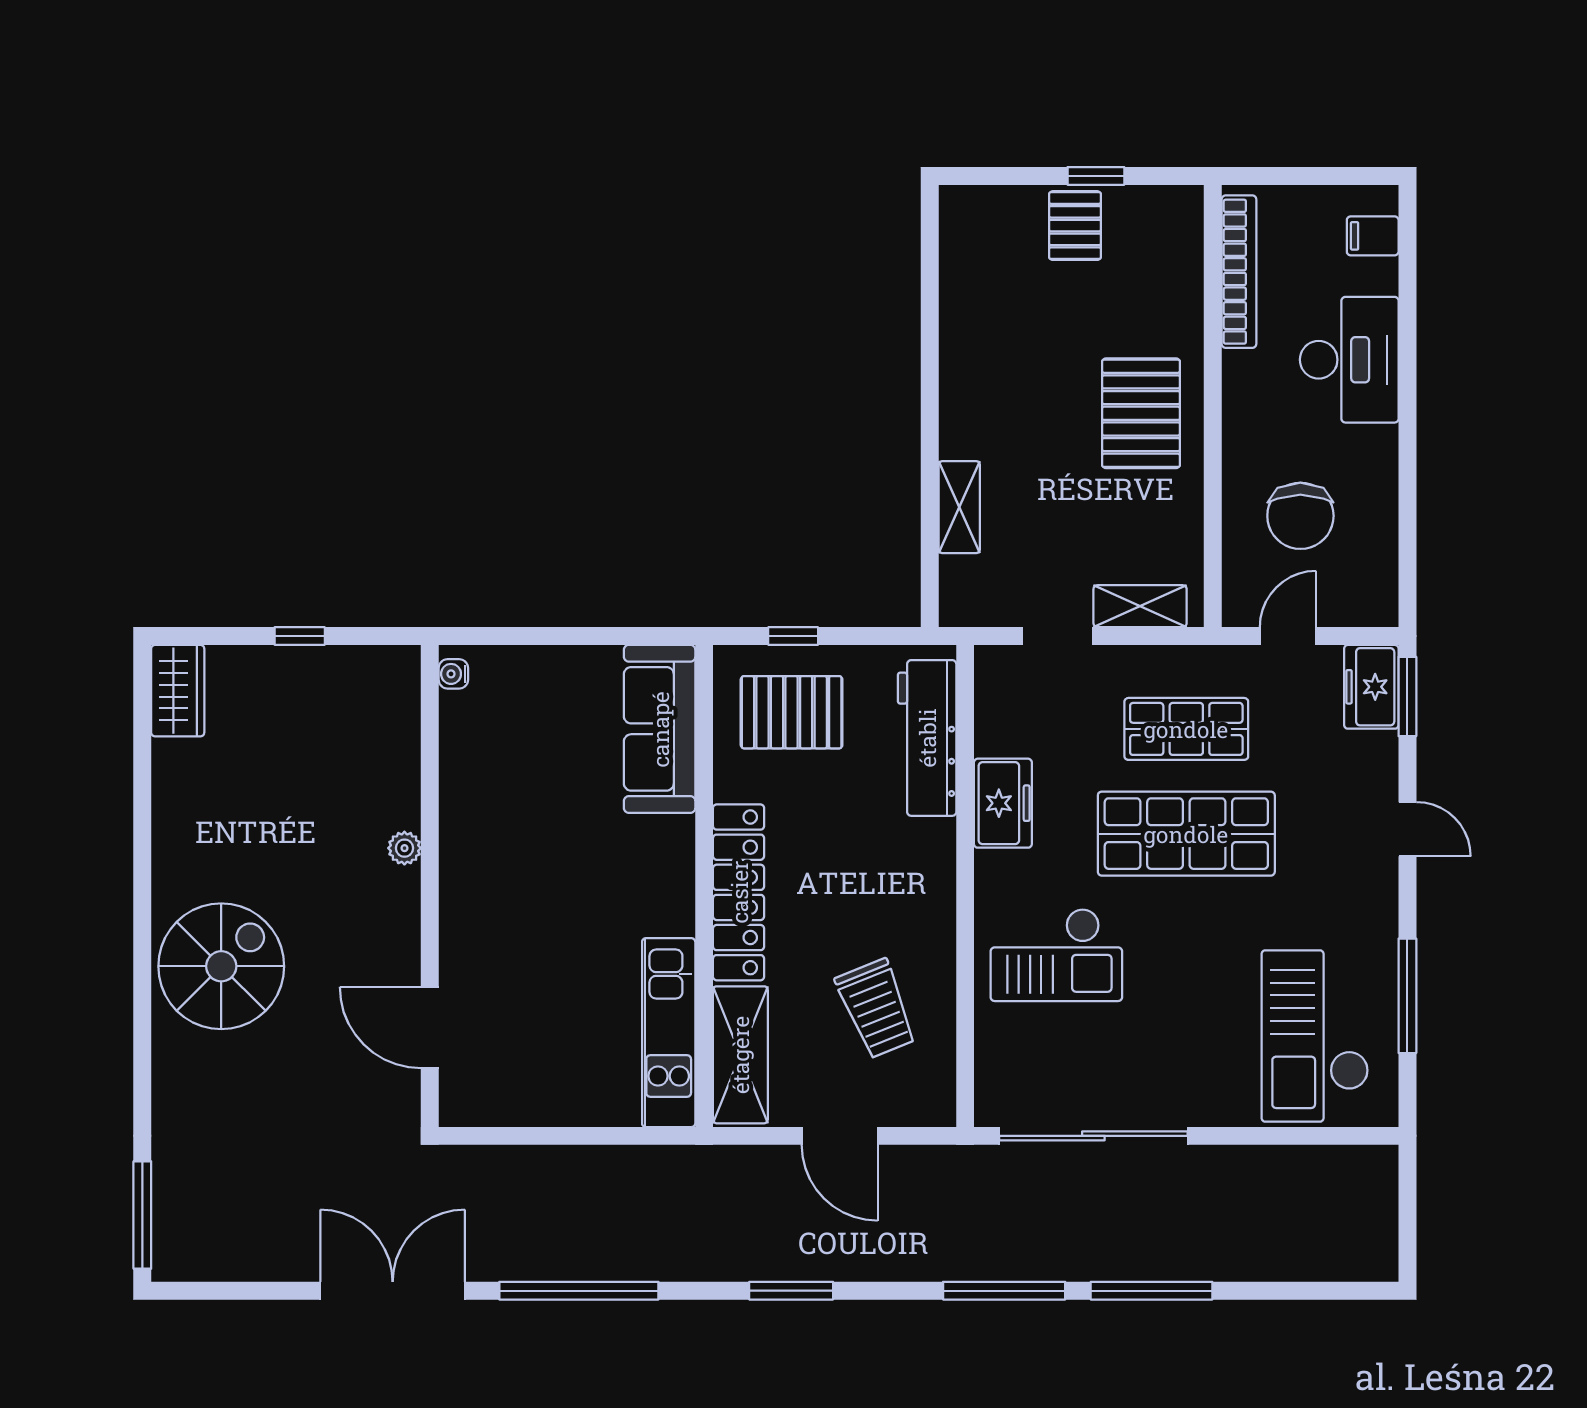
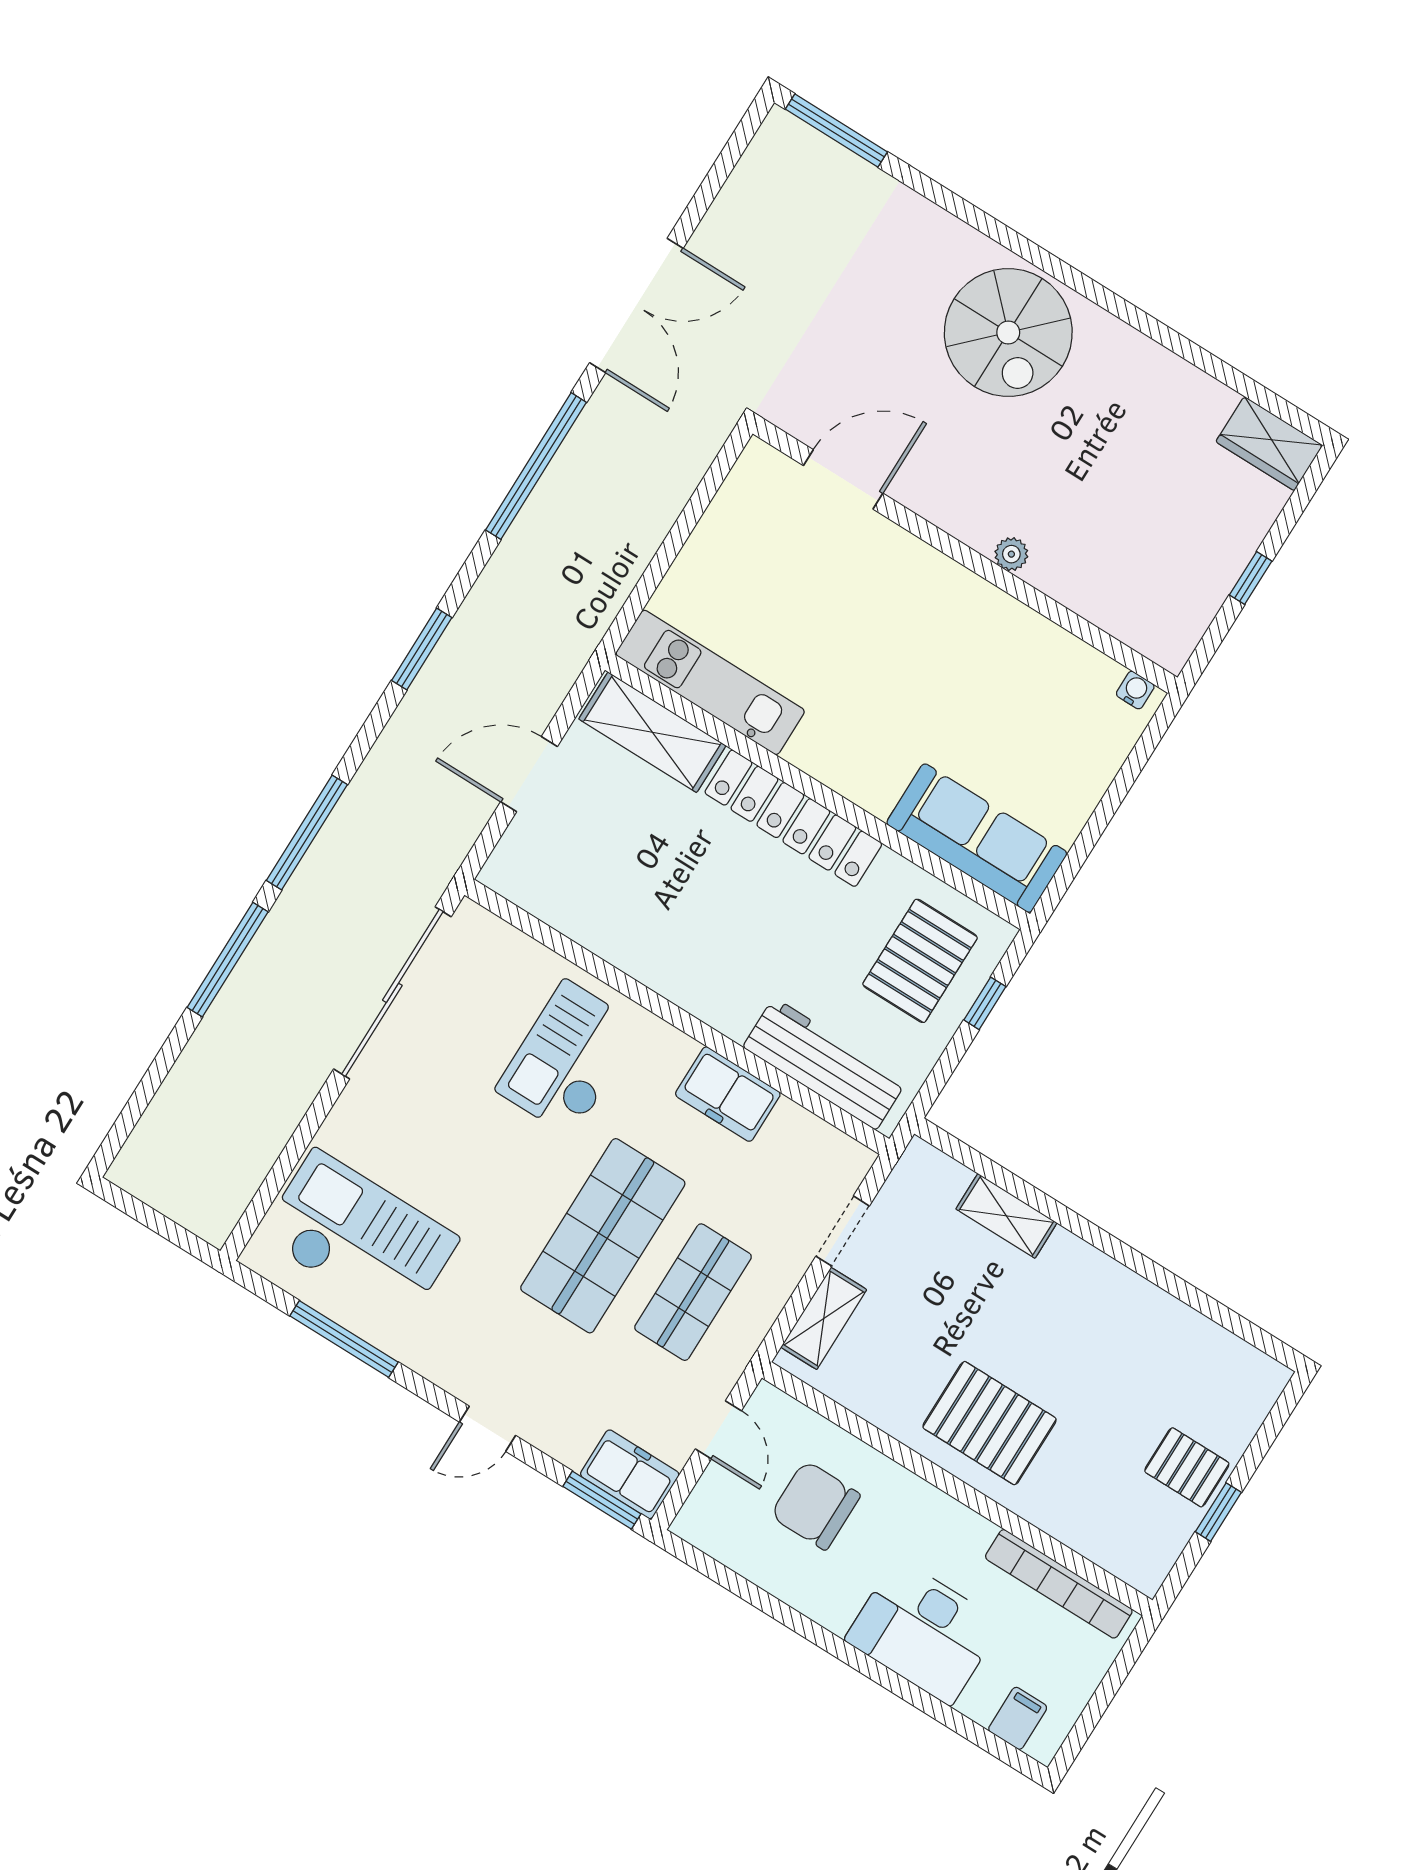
trolley: (876, 1009) -> (619, 874), removed

